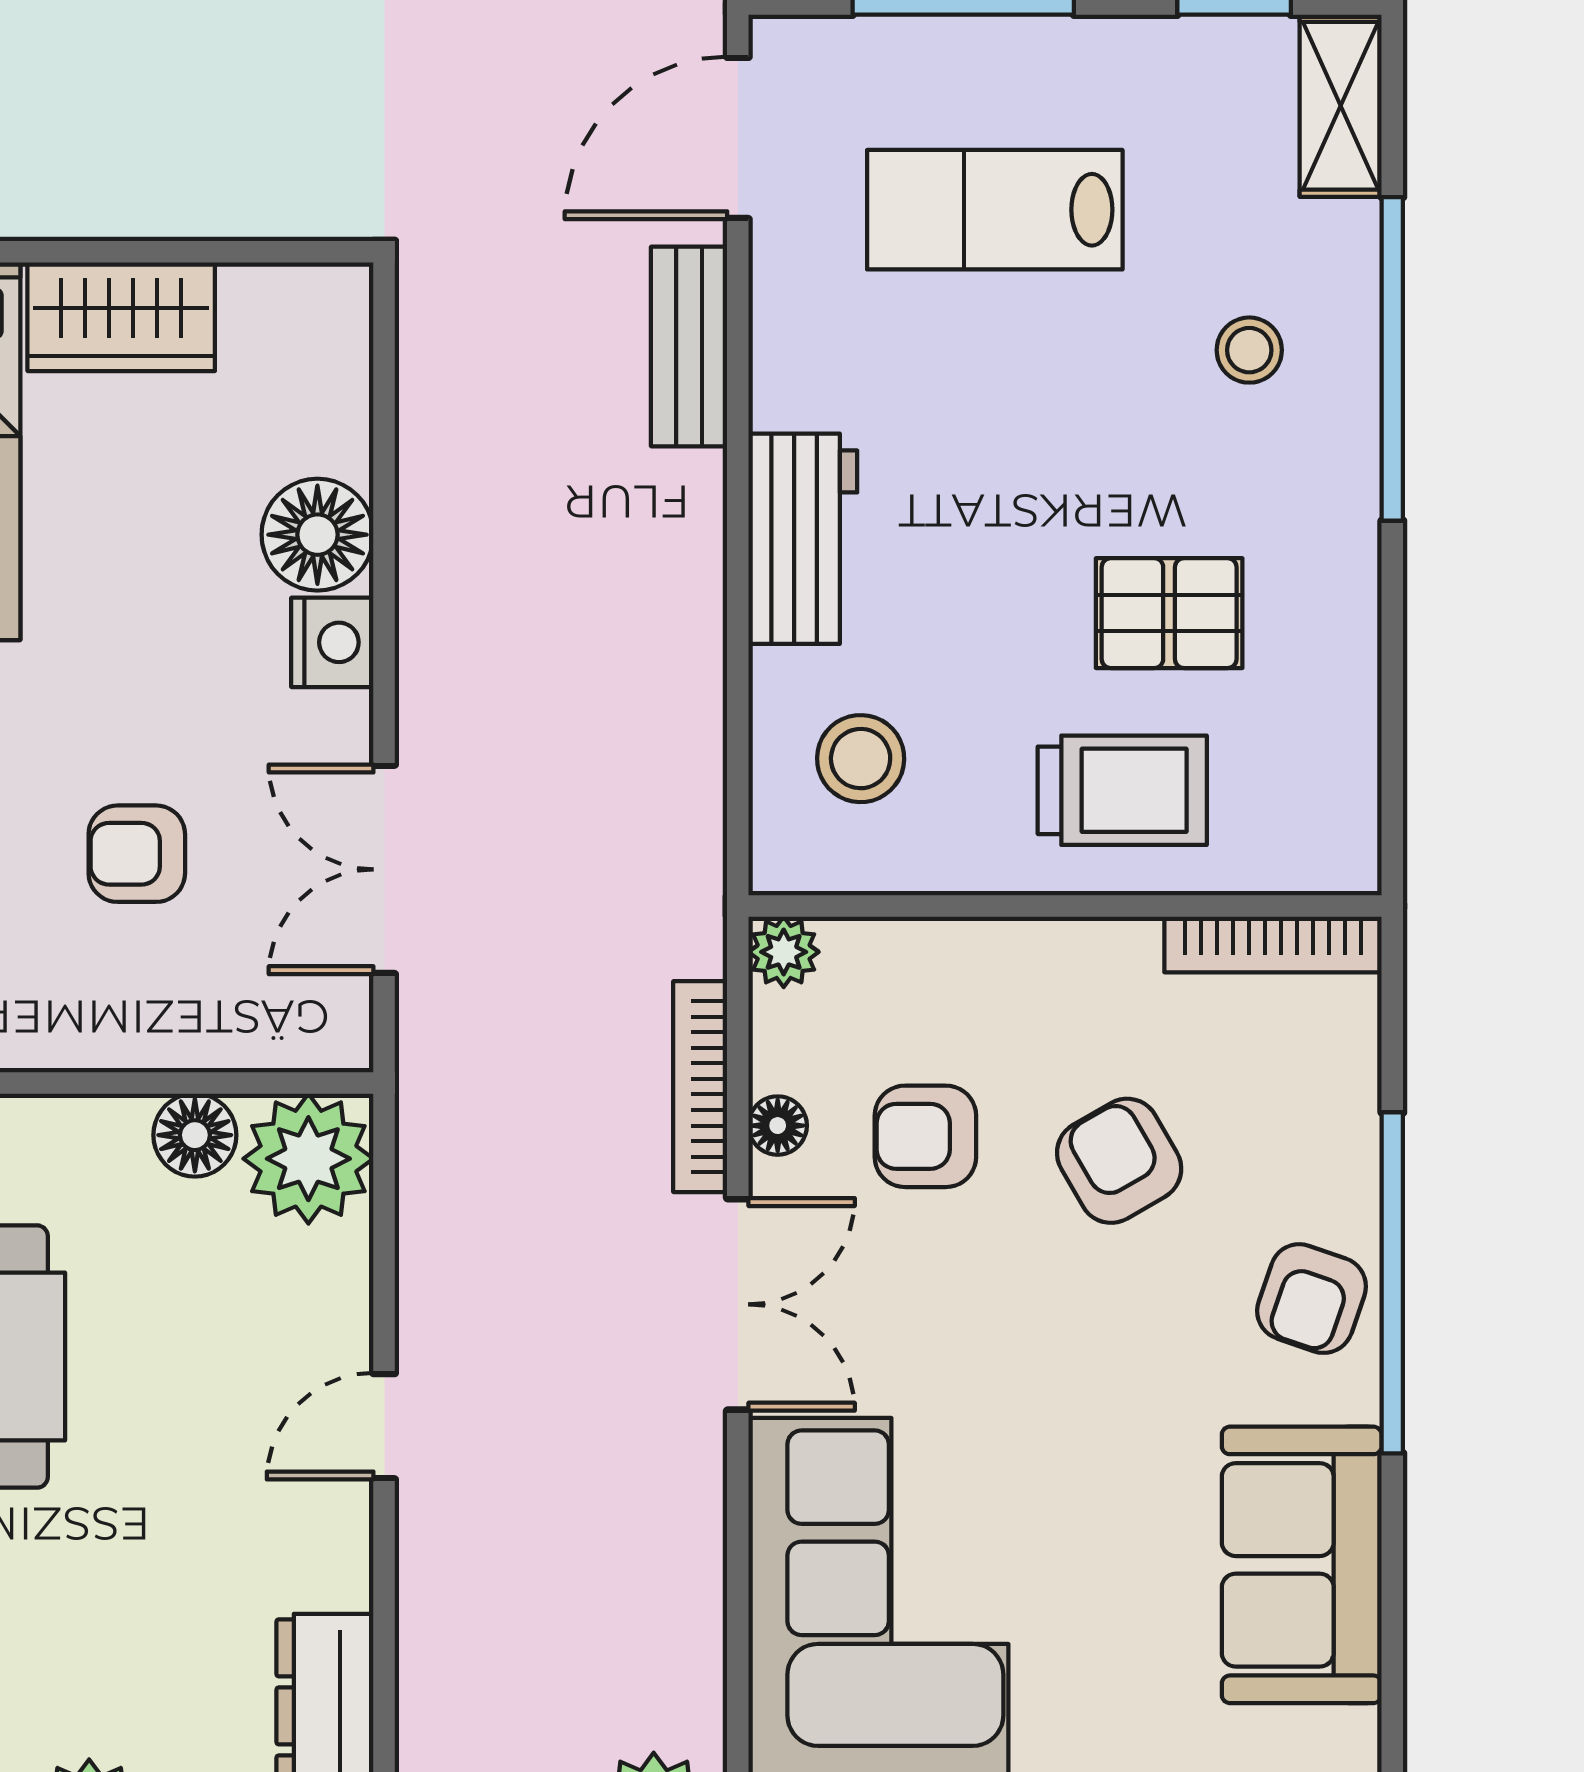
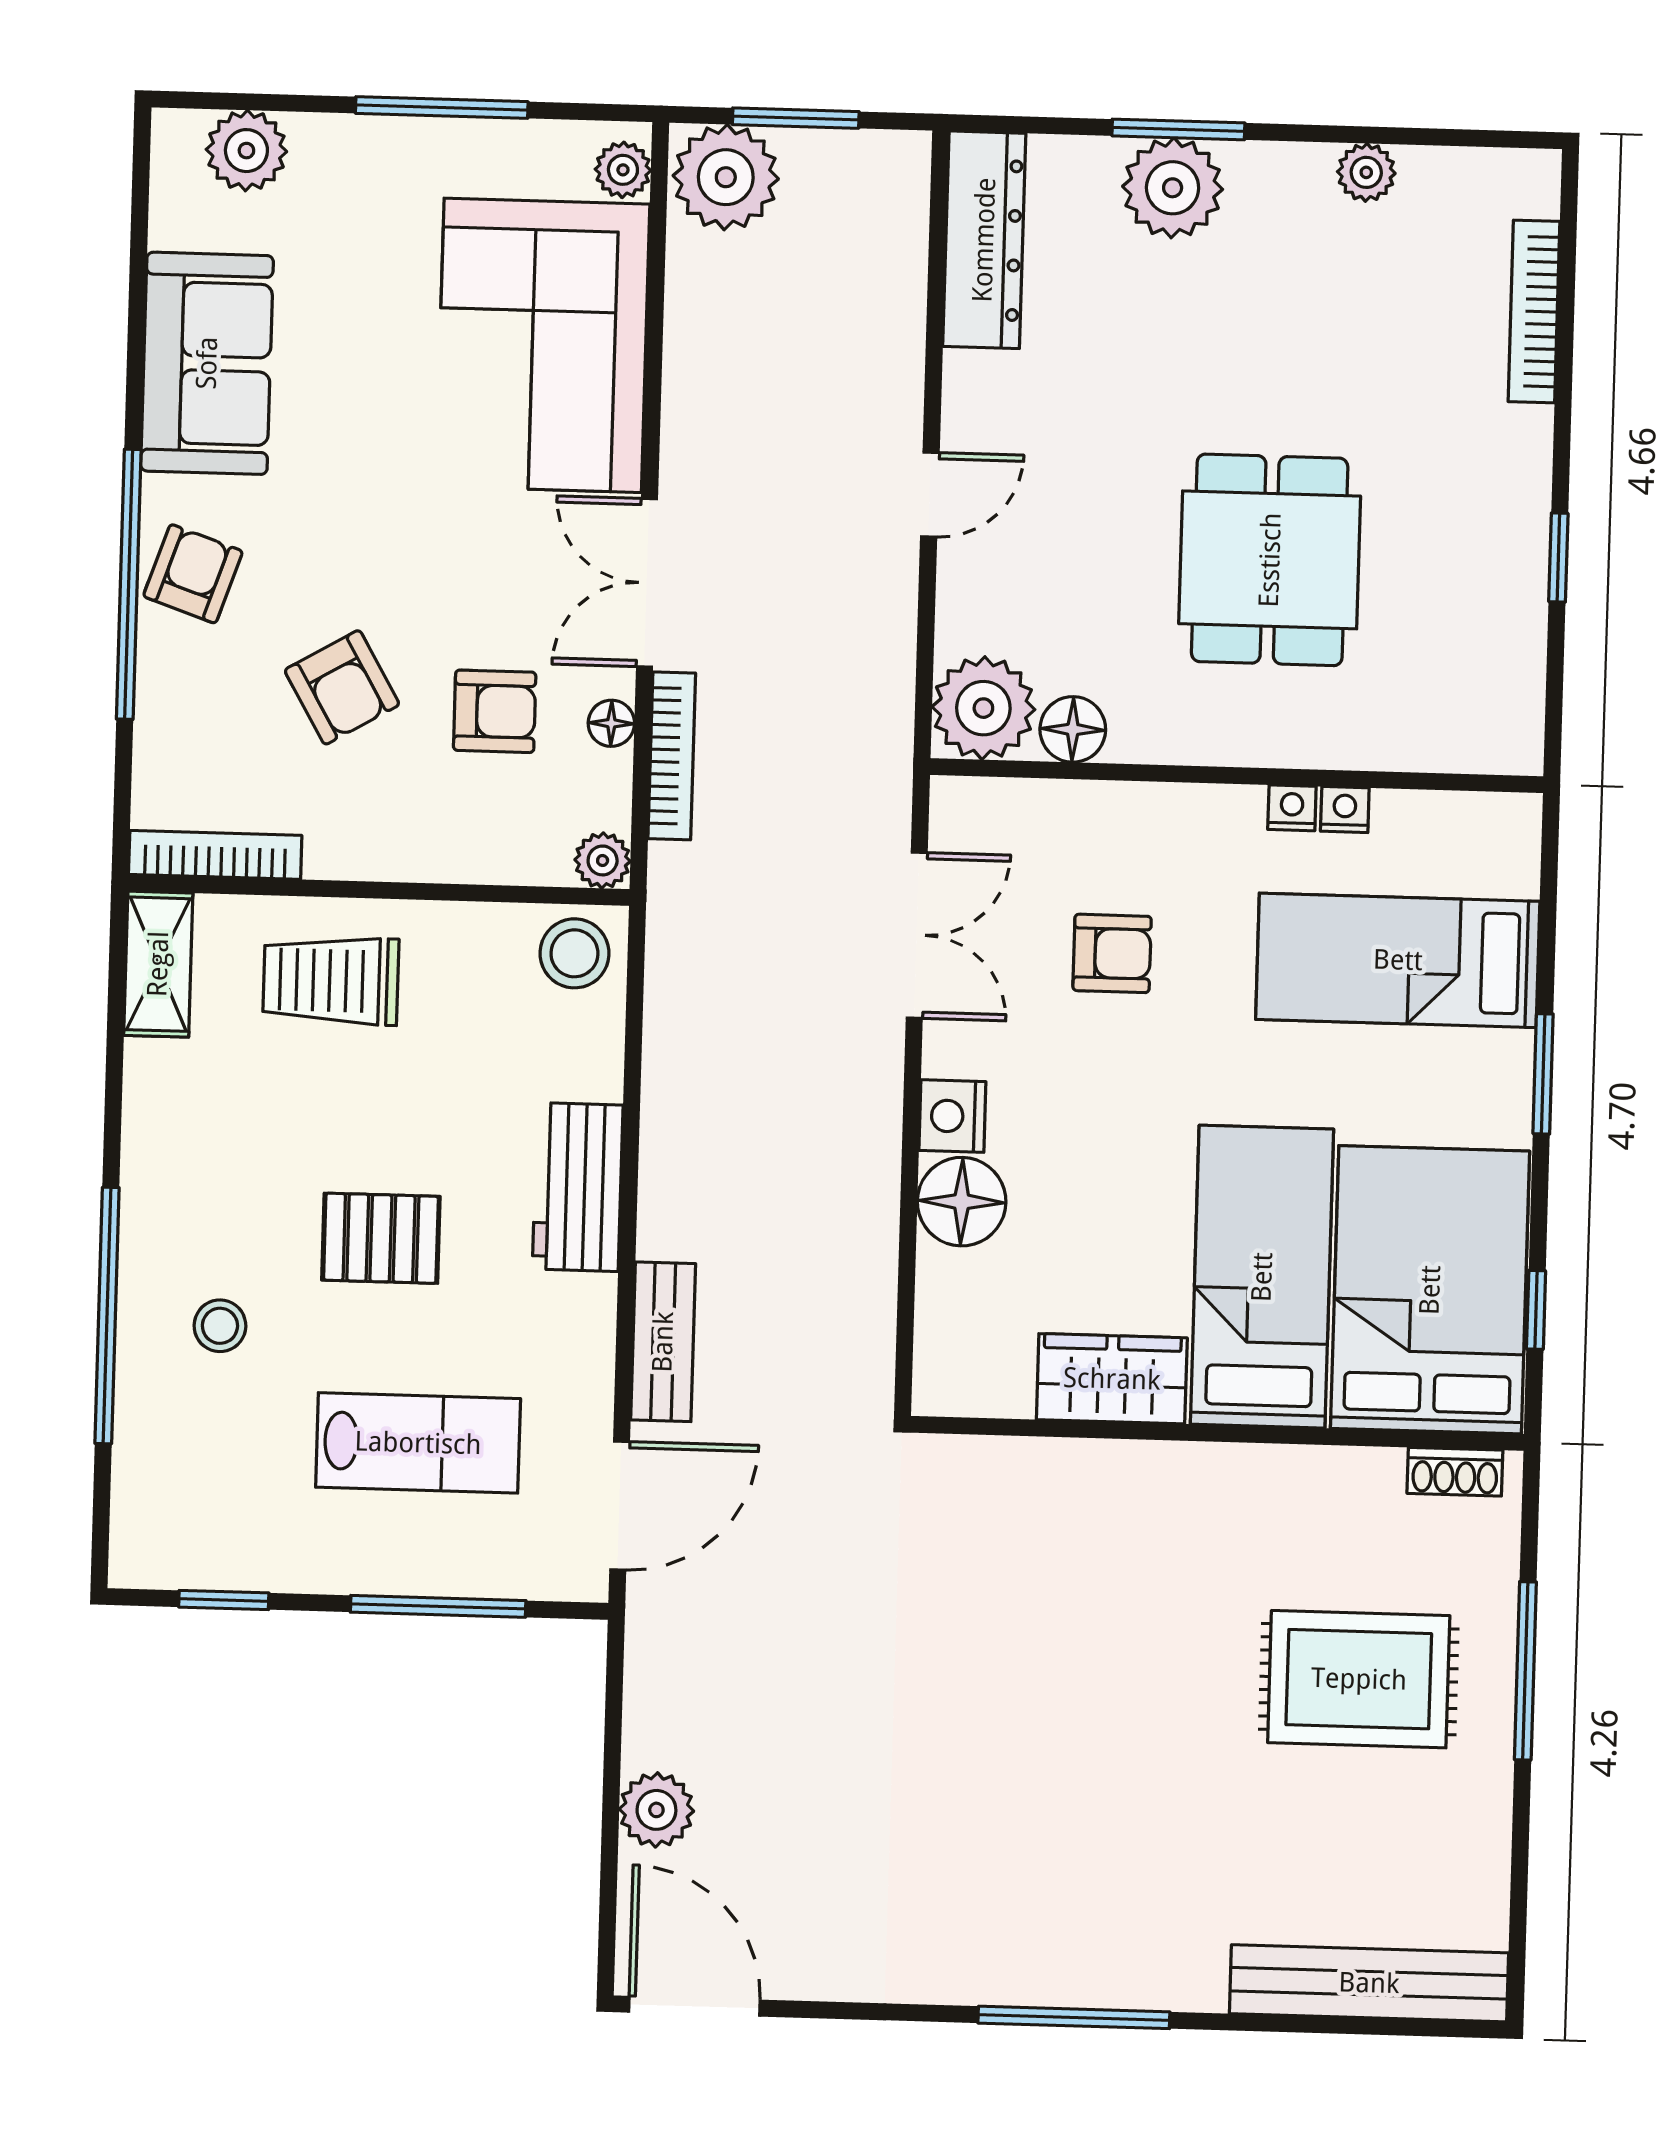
shelving: (1341, 106) -> (158, 964), moved
pallet: (1169, 613) -> (381, 1238), moved
stool: (861, 759) -> (574, 953), moved

